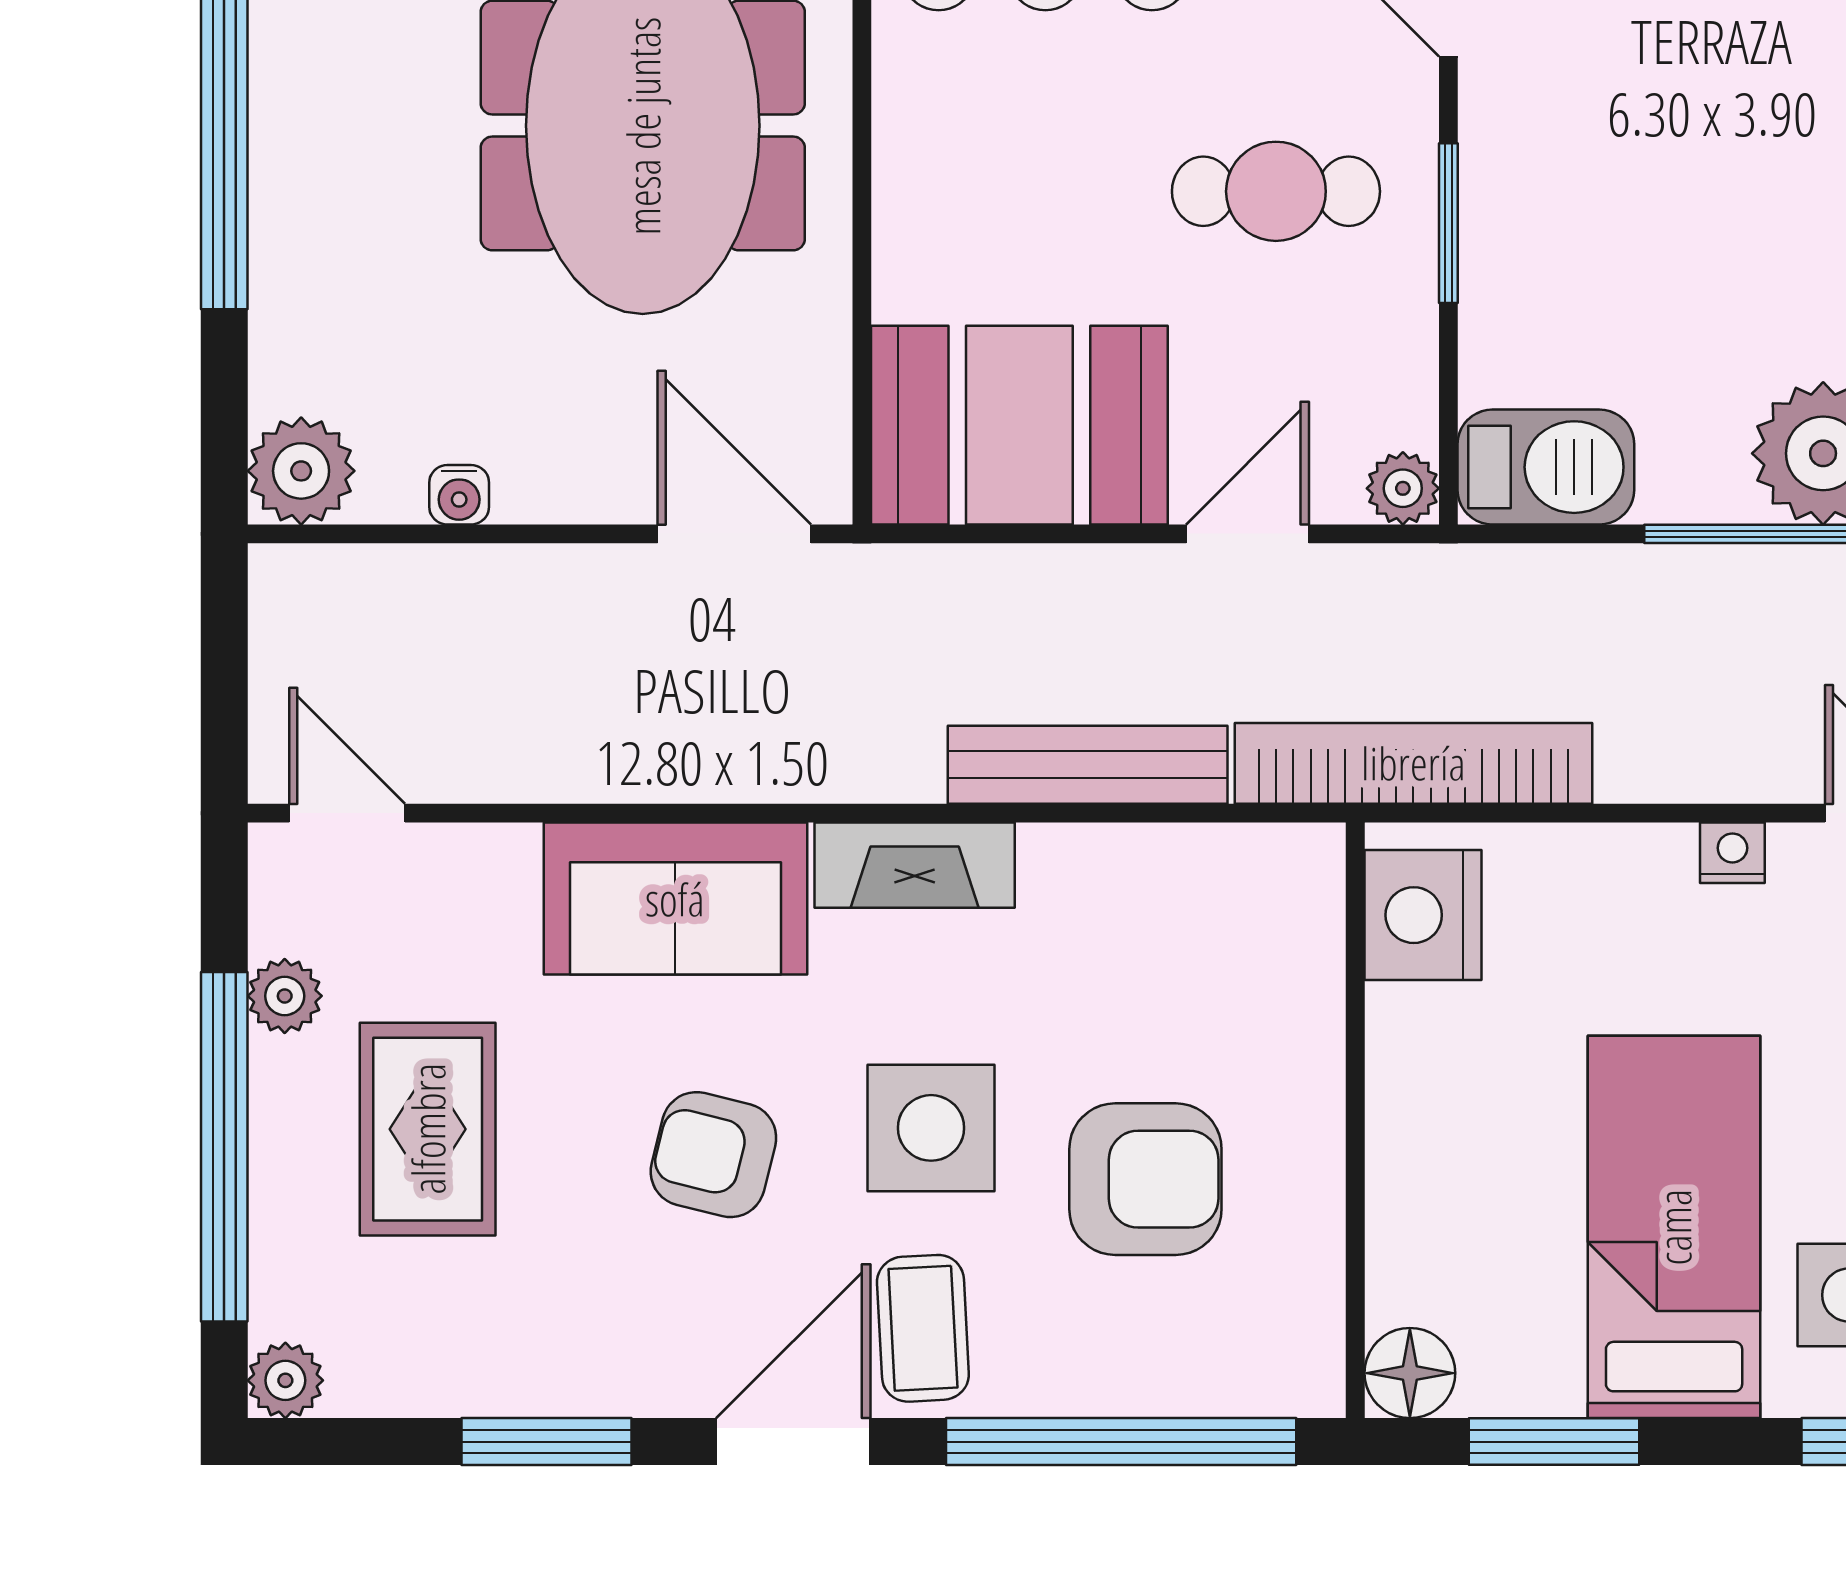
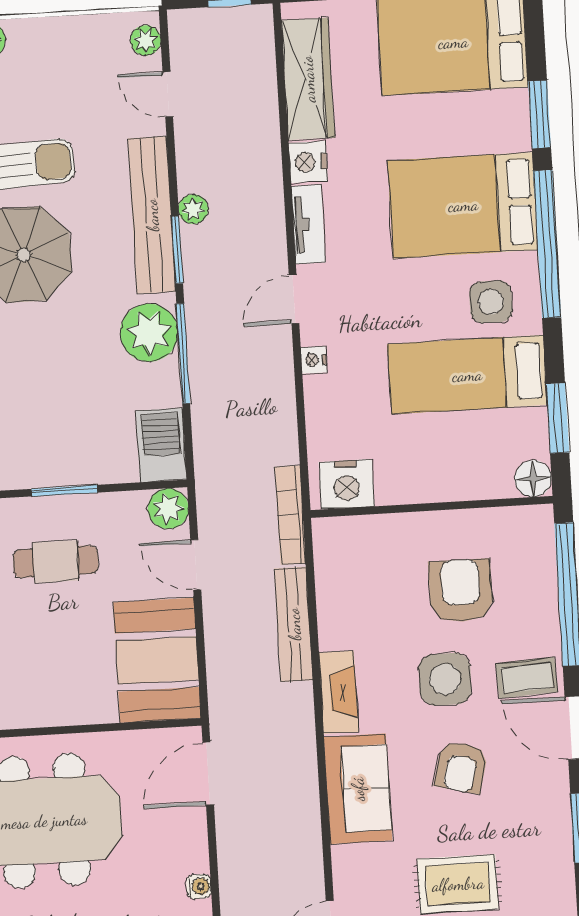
cafe table: (1276, 191) -> (56, 562), turned 90
plant: (1403, 488) -> (168, 509), width x1.38, depth x1.38
bookcase: (1413, 763) -> (290, 515), width x0.68, depth x0.76

